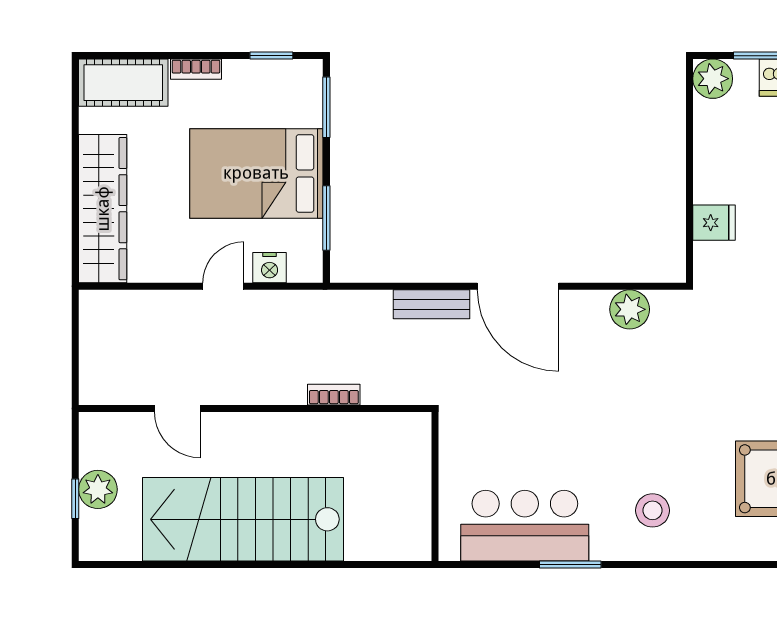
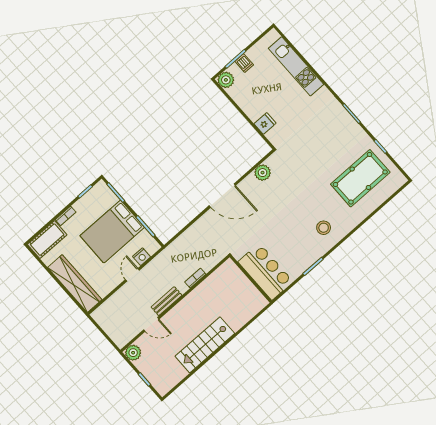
bench: (432, 304) -> (167, 301), moved
plant: (98, 489) -> (133, 353), moved
stairs: (243, 519) -> (205, 345), width x0.73, depth x0.66
bar counter: (525, 526) -> (266, 272), moved, turned 90

